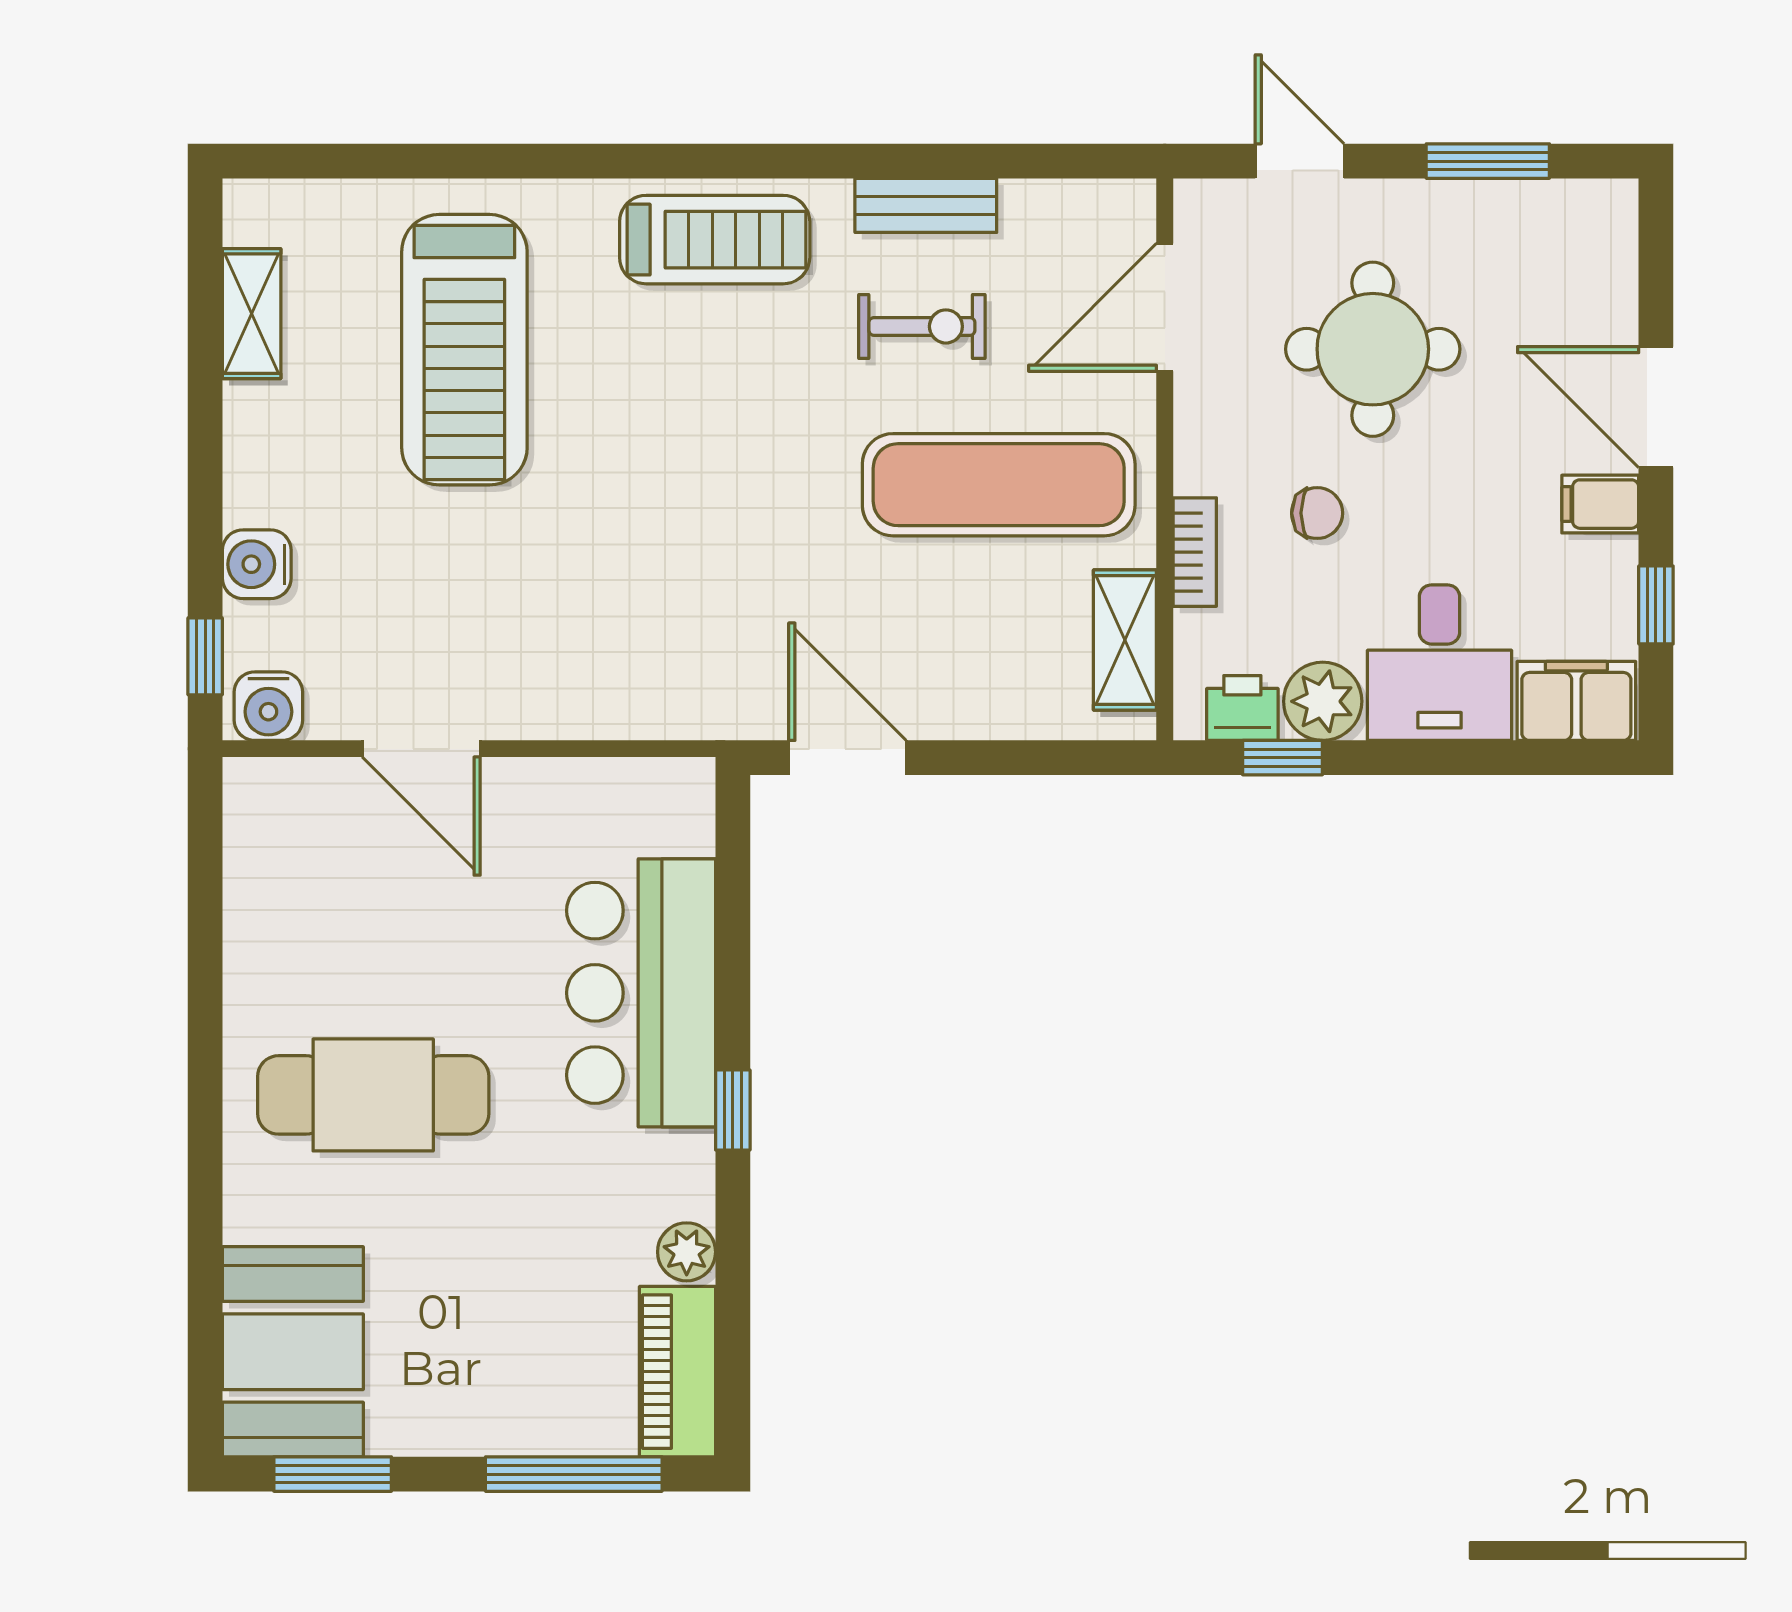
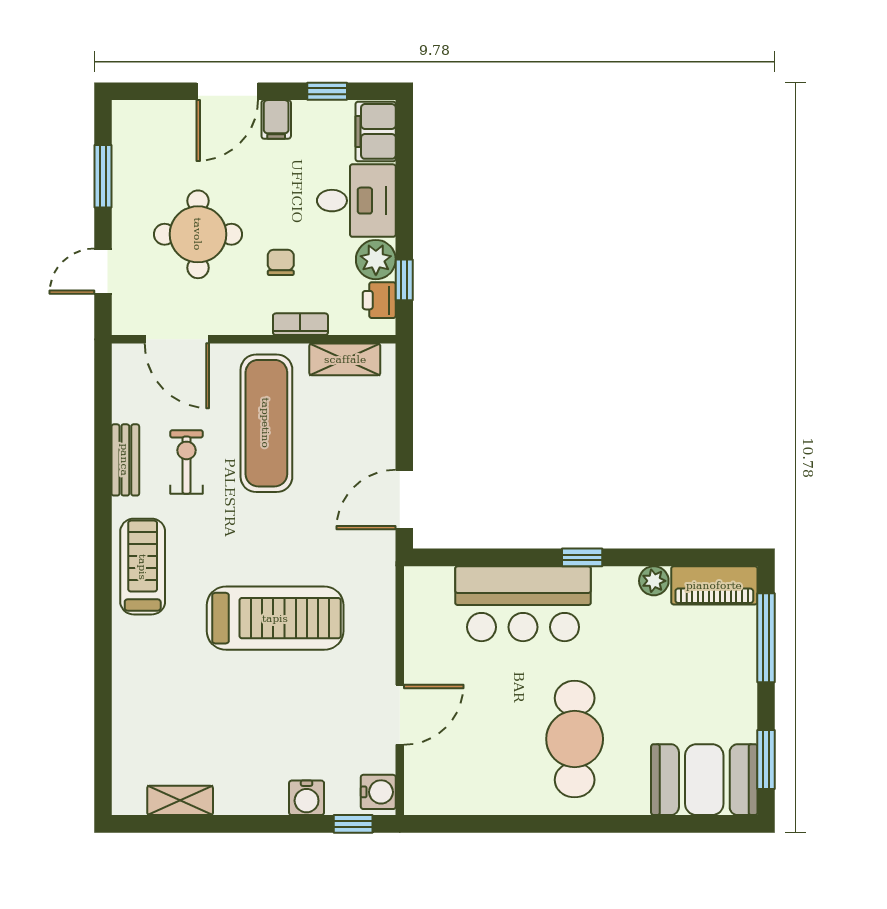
treadmill: (464, 350) -> (275, 618), moved

